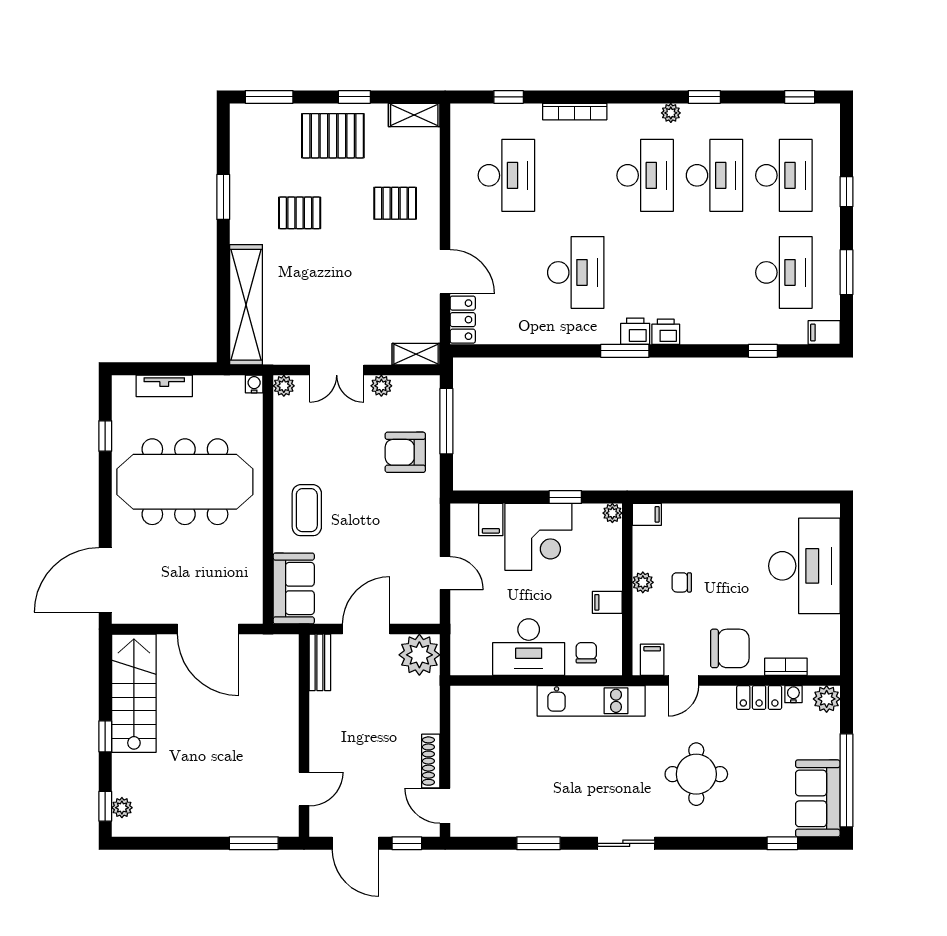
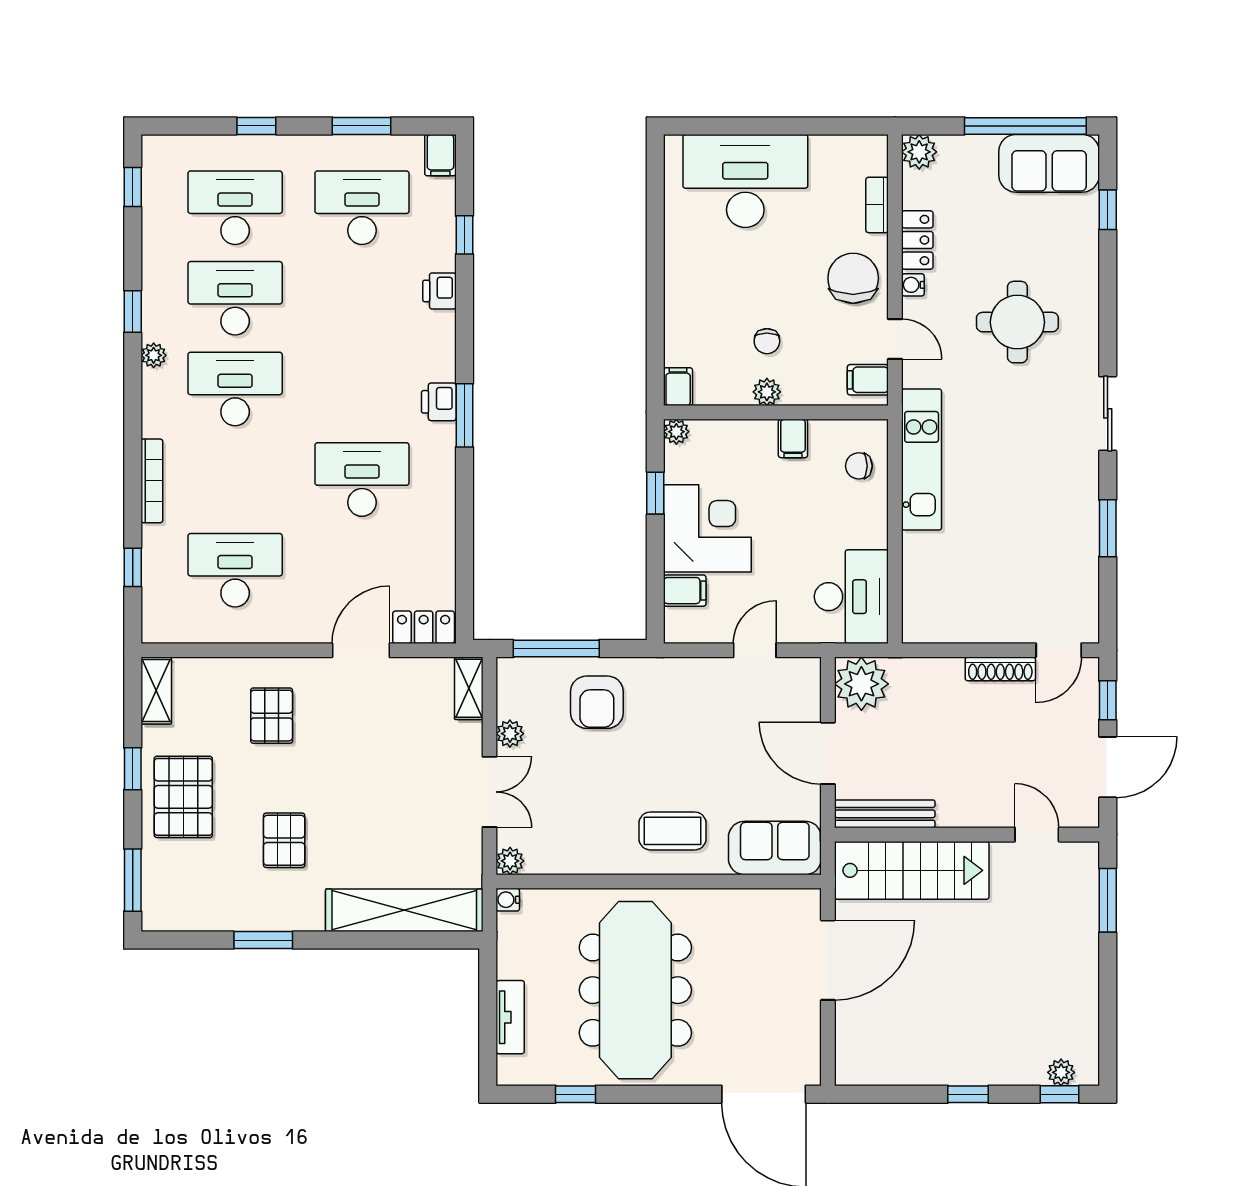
printer: (666, 332) -> (439, 291), moved
desk: (529, 647) -> (851, 597), moved
bench: (320, 662) -> (885, 814), width x1.36
stairs: (134, 693) -> (912, 870), moved, turned 180
water cooler: (793, 694) -> (913, 285), moved

